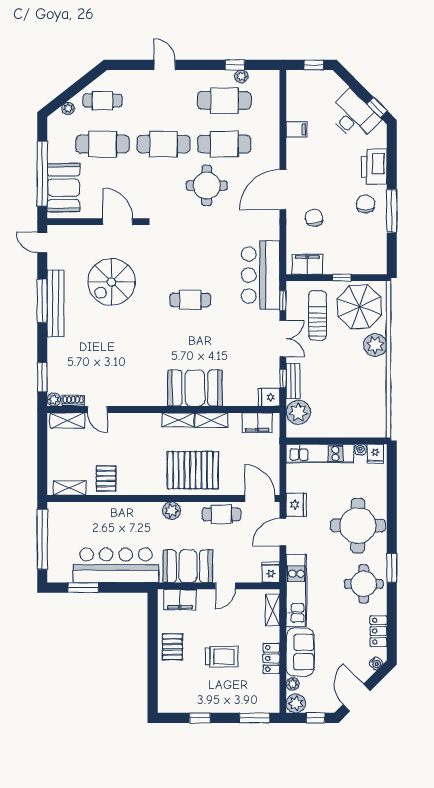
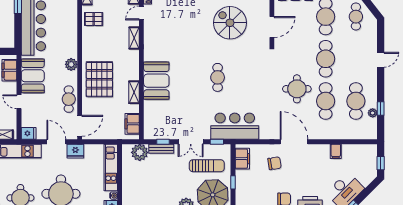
fridge: (269, 397) -> (150, 132), removed
shelving: (178, 420) -> (134, 38), moved

